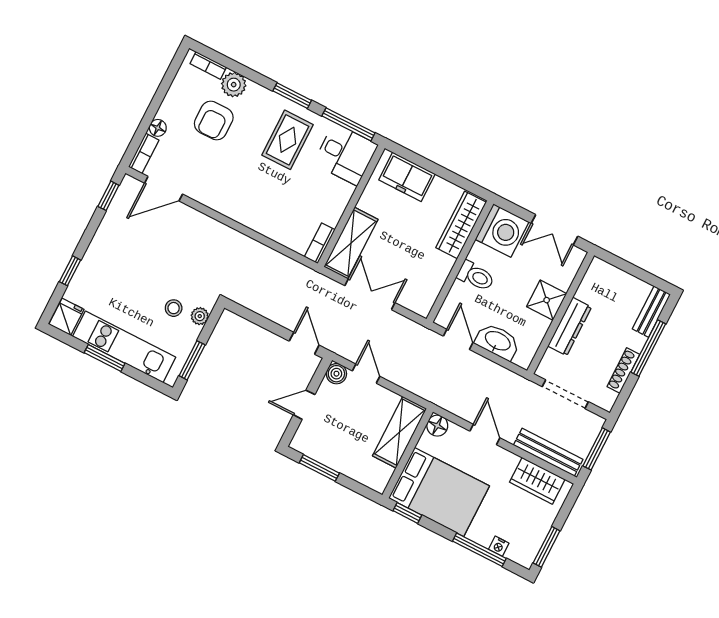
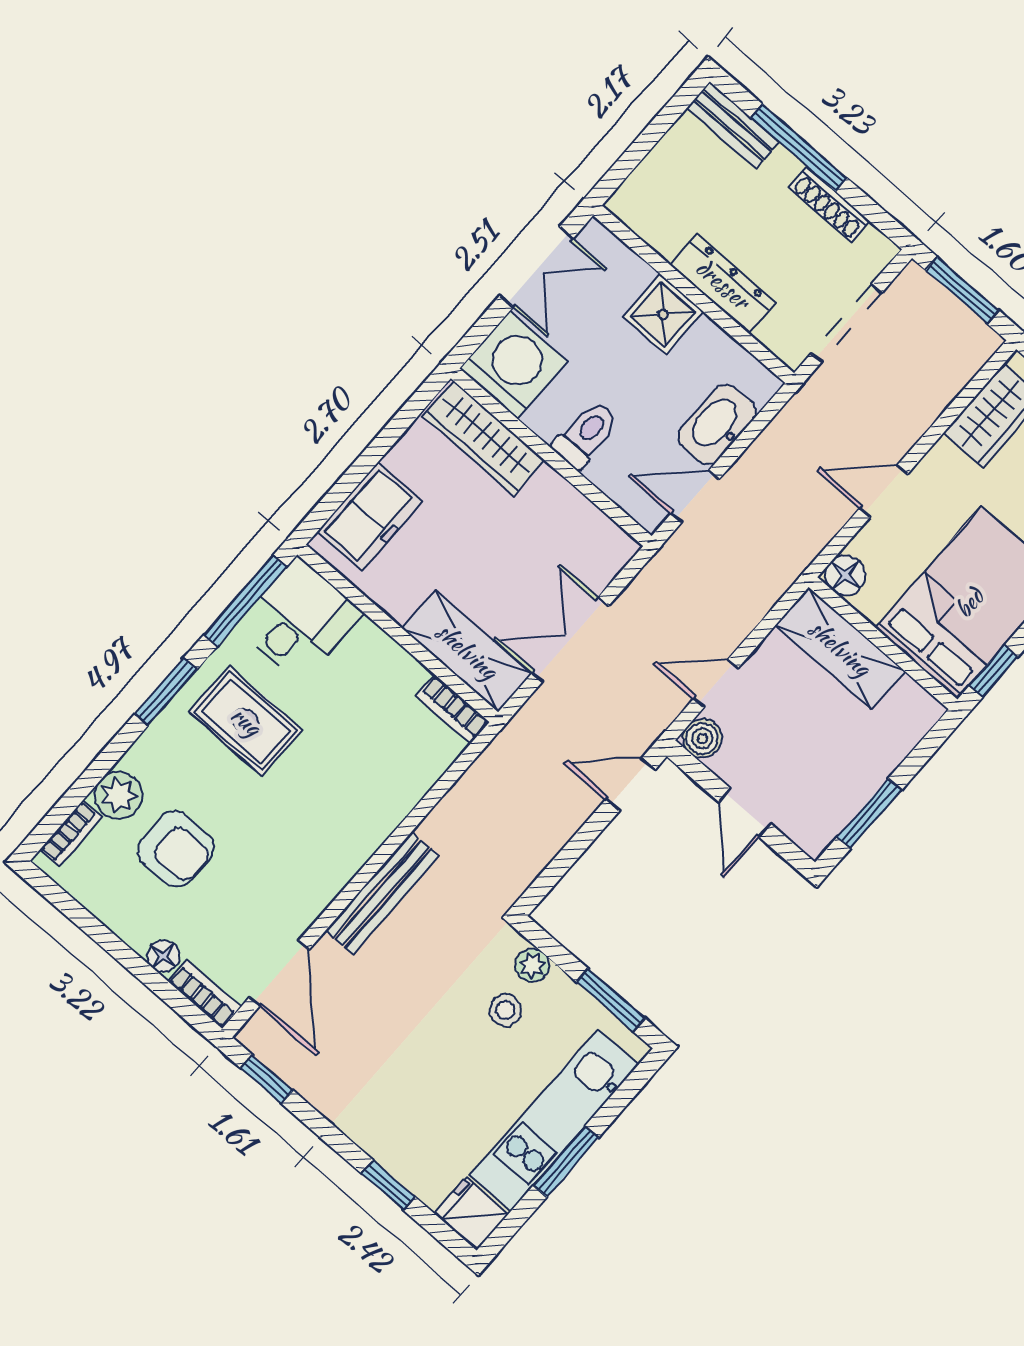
bench: (548, 452) -> (382, 893), moved

